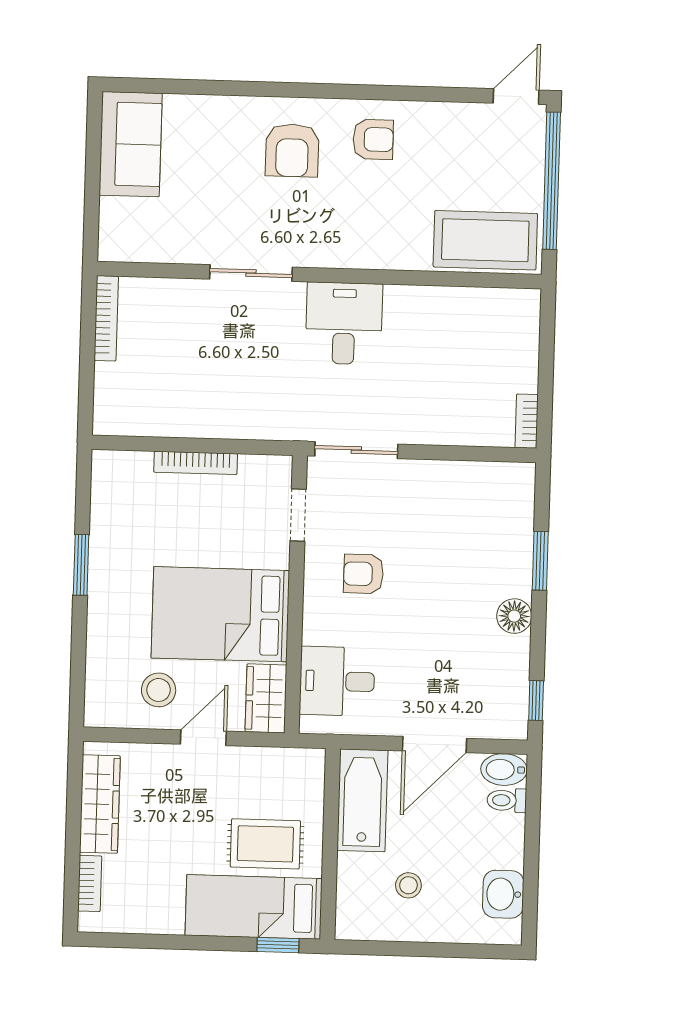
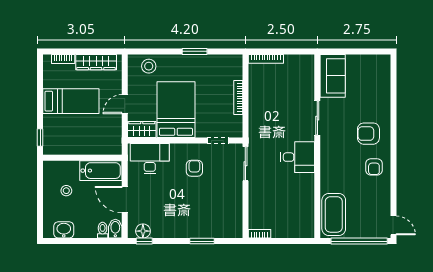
sofa: (131, 144) -> (333, 76), moved, turned -90
bookcase: (106, 318) -> (266, 59), moved
floor lamp: (514, 616) -> (143, 231), moved
desk: (337, 681) -> (150, 159), width x1.37
stool: (159, 690) -> (149, 66), moved
door: (203, 738) -> (125, 104), swing flipped
rug: (265, 844) -> (82, 131), removed
bed: (254, 907) -> (71, 101), moved, turned 90

